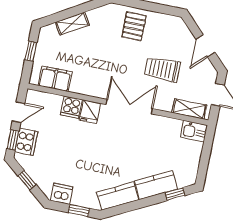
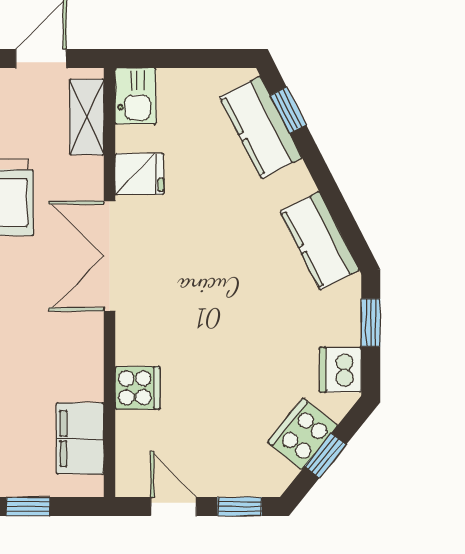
fridge: (90, 112) -> (140, 174), moved
cooker: (26, 142) -> (303, 434), moved, turned -51
kitchen counter: (156, 185) -> (261, 127), moved

